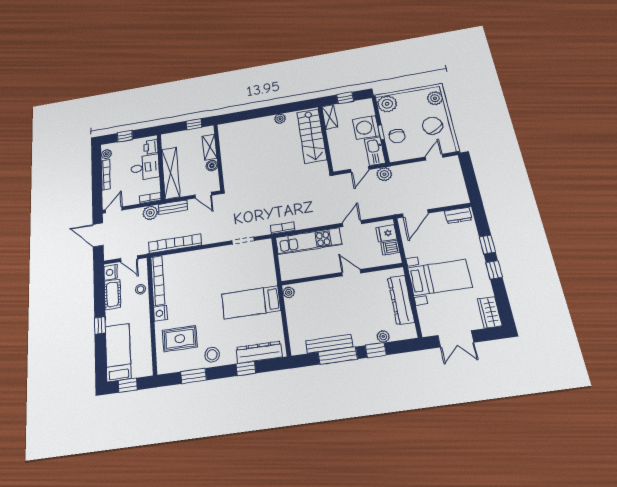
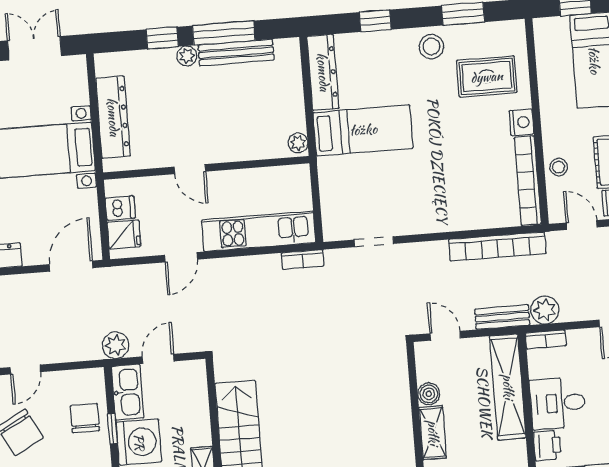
plant: (383, 336) -> (187, 56), moved
dresser: (259, 352) -> (323, 72), moved, turned -90

